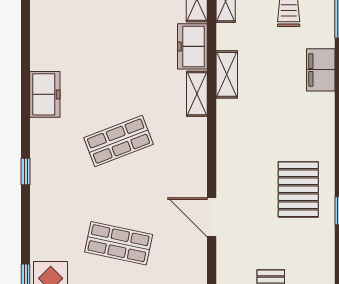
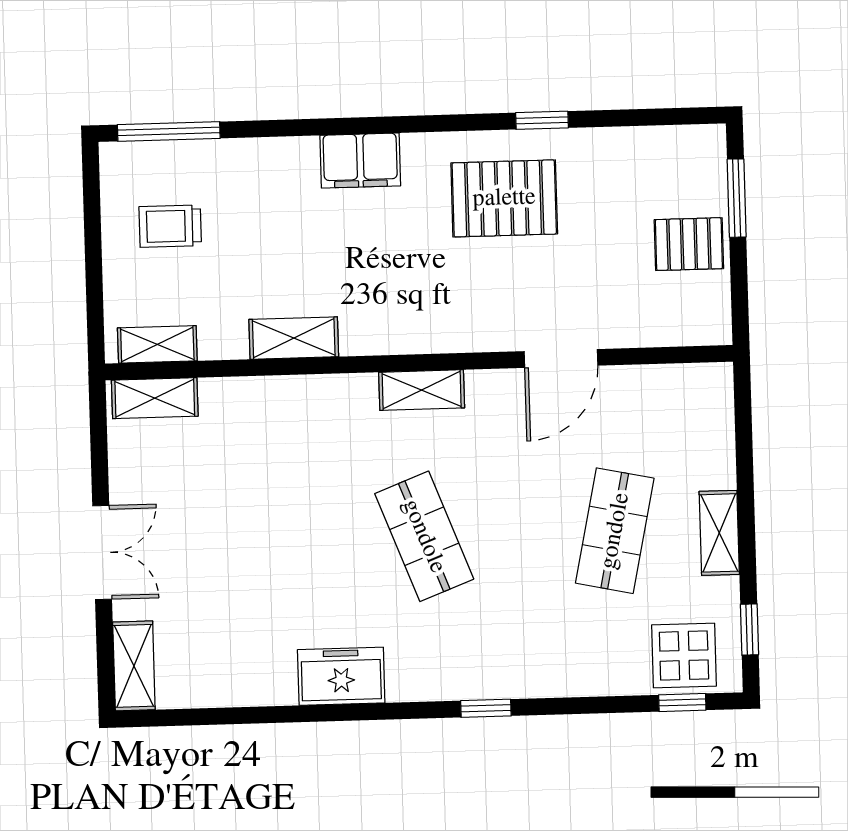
freezer: (192, 46) -> (244, 404), removed
filing cabinet: (321, 70) -> (360, 161), moved
shelving: (197, 94) -> (422, 390), moved

